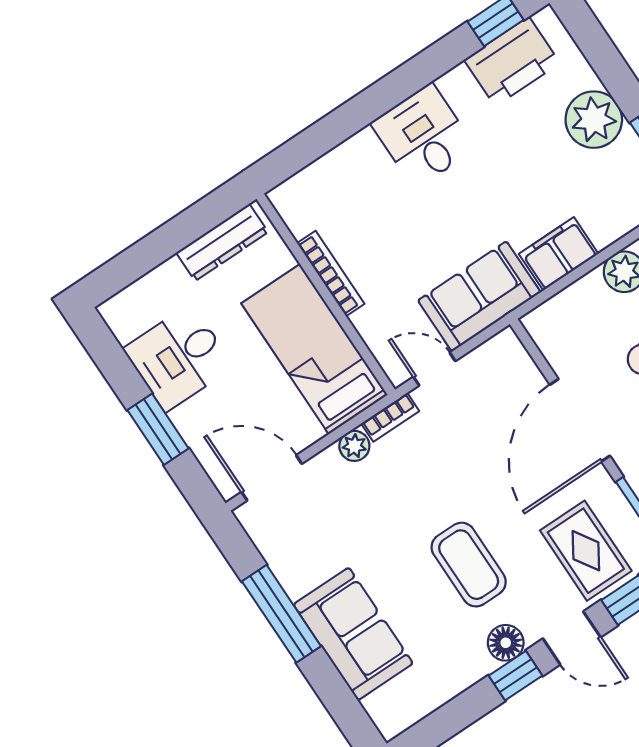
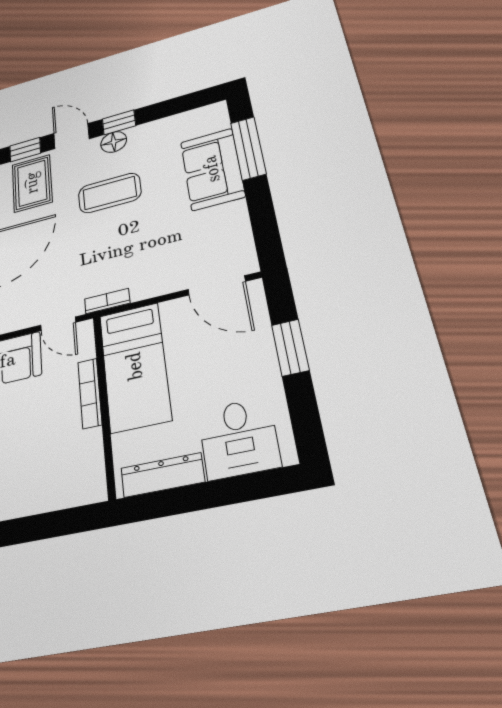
bookcase: (331, 273) -> (90, 393), moved
desk: (178, 358) -> (239, 438), moved, turned 90
plant: (354, 446) -> (143, 289), removed
coffee table: (469, 565) -> (110, 193), turned 90
window: (281, 614) -> (248, 148), moved

